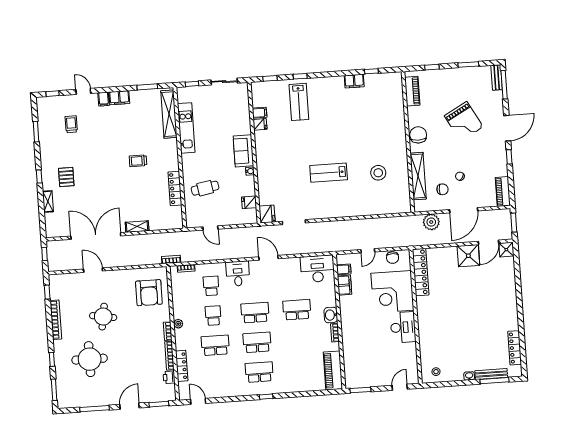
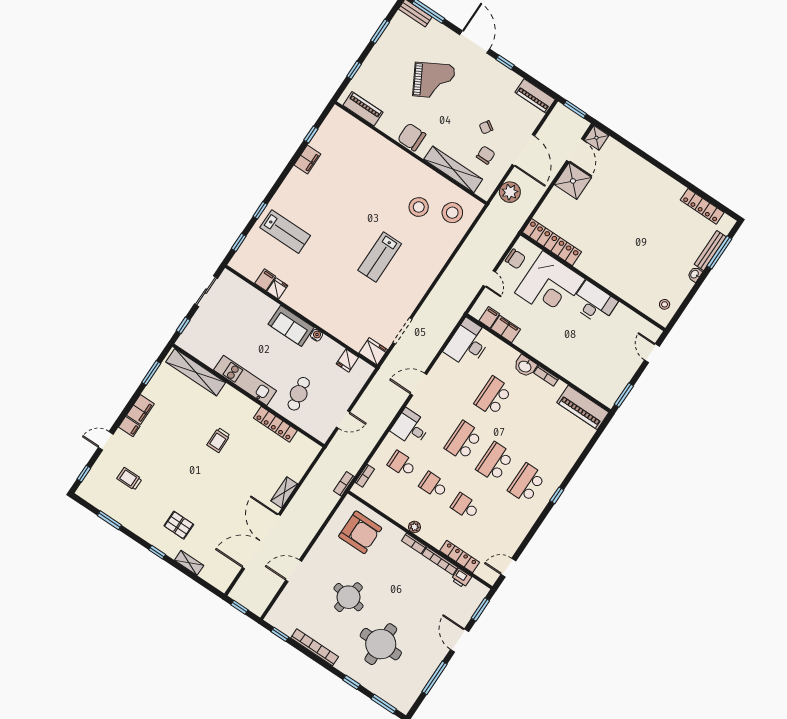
kitchen unit: (186, 128) -> (245, 380), moved
stool: (391, 196) -> (452, 213), added
school desk: (215, 345) -> (465, 506), width x0.54

